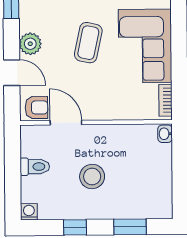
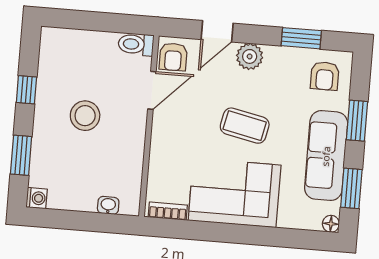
washbasin: (165, 134) -> (108, 205), moved
toilet: (35, 167) -> (136, 44), moved, turned 90
washing machine: (29, 212) -> (37, 198), moved

